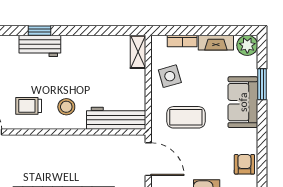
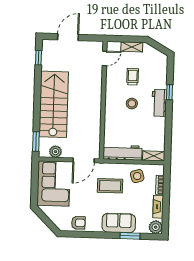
workbench: (40, 46) -> (159, 103), moved
trolley: (29, 106) -> (133, 77), moved
stool: (66, 107) -> (132, 104), moved
coffee table: (186, 117) -> (110, 186), turned 90
workbench: (116, 118) -> (123, 153), moved, turned -90

